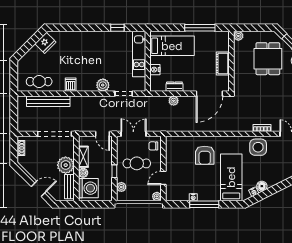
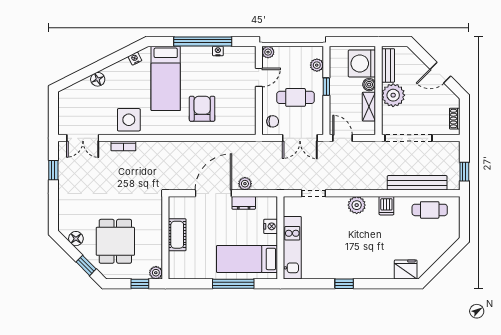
window: (117, 28) -> (344, 284), moved
window: (200, 28) -> (233, 284), moved
window: (250, 28) -> (140, 284), added
fridge: (45, 43) -> (406, 270), moved, turned 45
plant: (103, 85) -> (357, 205), moved
door: (209, 94) -> (213, 193), moved
window: (14, 109) -> (464, 172), added
floor lamp: (262, 186) -> (98, 79), moved
door: (39, 189) -> (440, 73), moved
window: (204, 204) -> (203, 41), width x1.46

